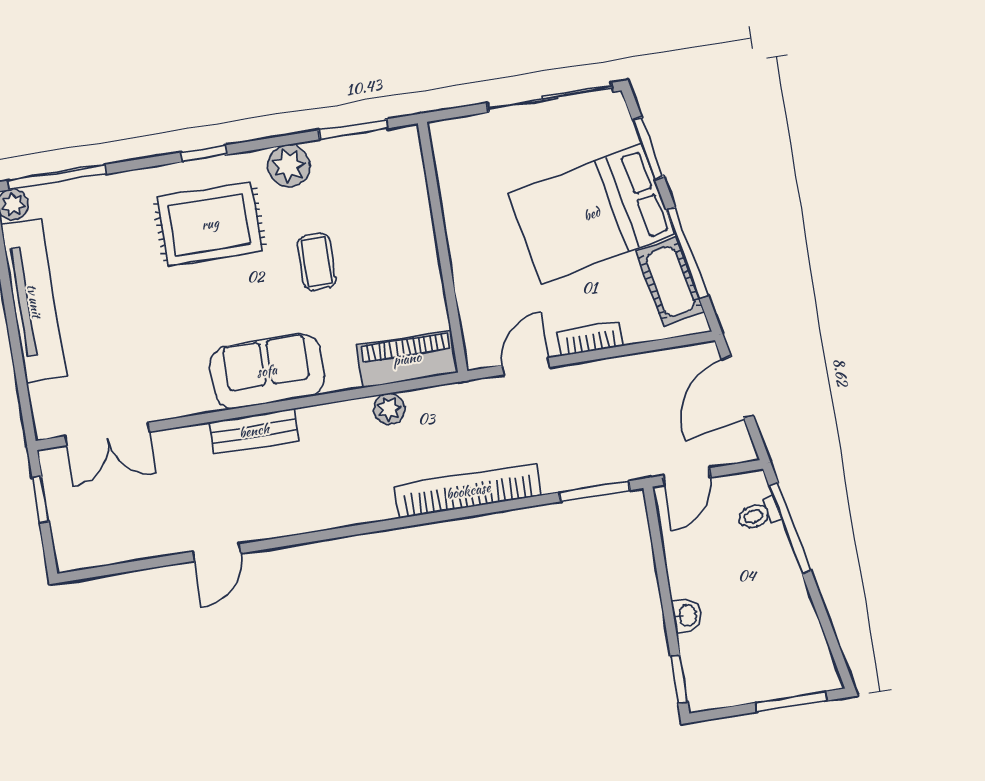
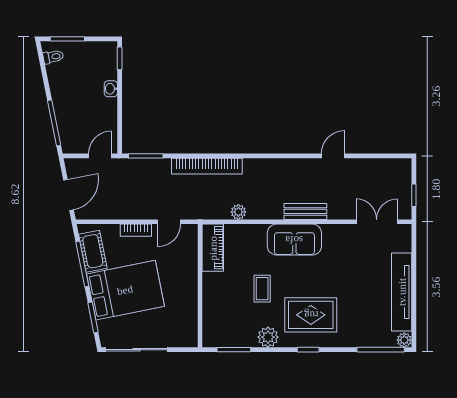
piano: (407, 359) -> (213, 248), moved, turned -90
toilet: (759, 514) -> (53, 57), moved

